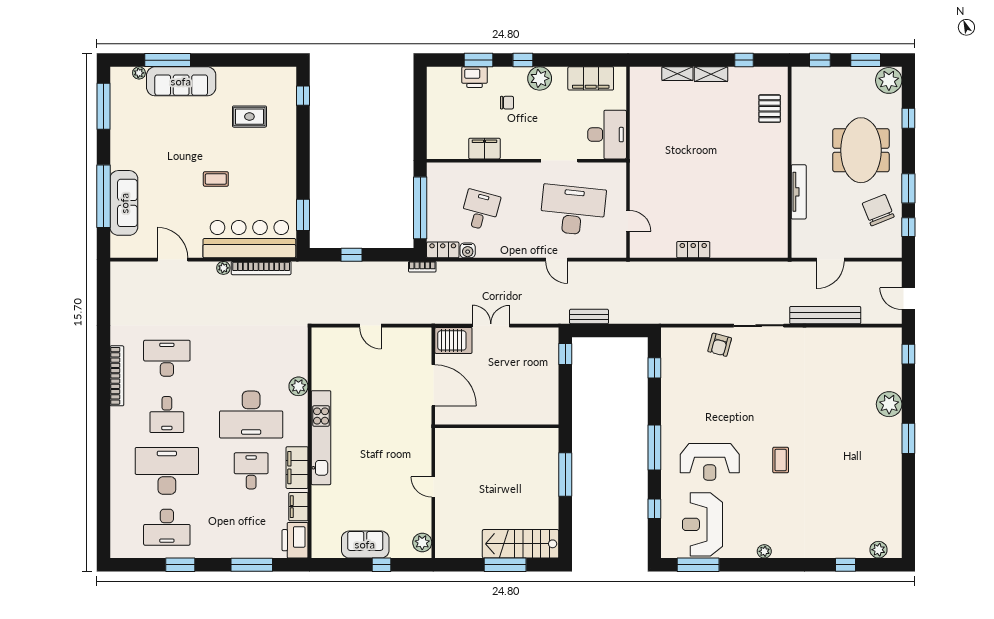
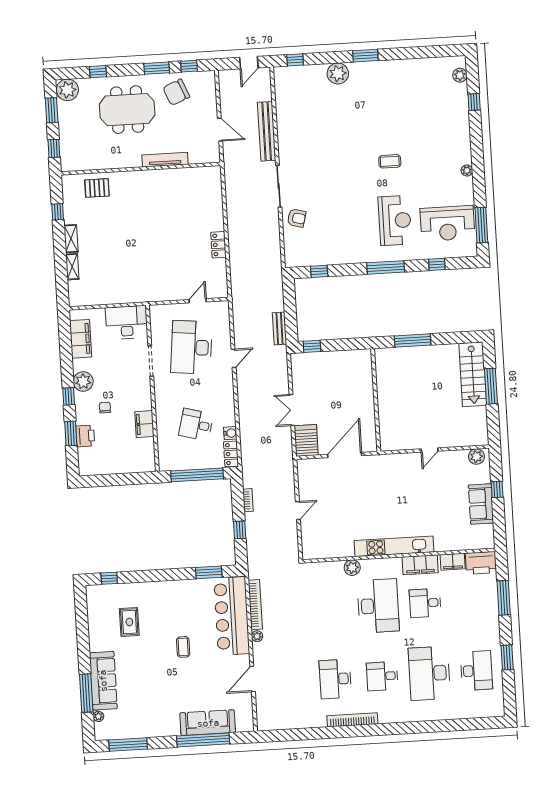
bookcase: (422, 267) -> (248, 500), moved
desk: (167, 415) -> (382, 676), turned 180

